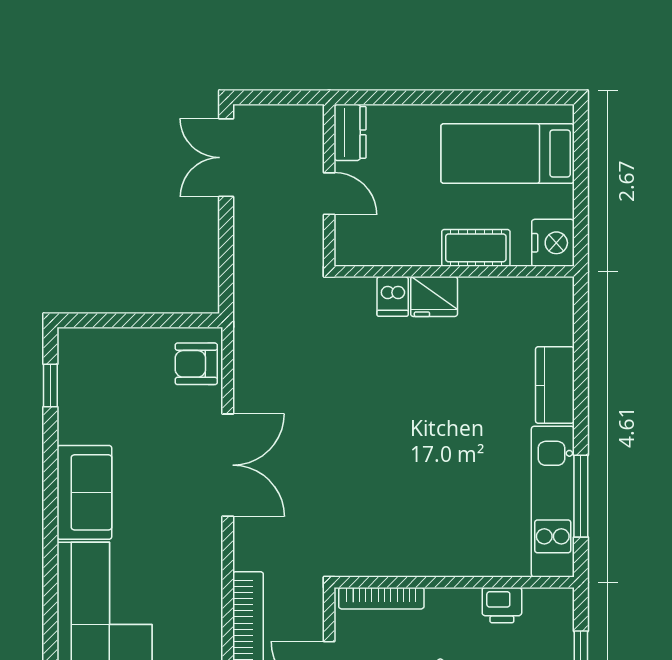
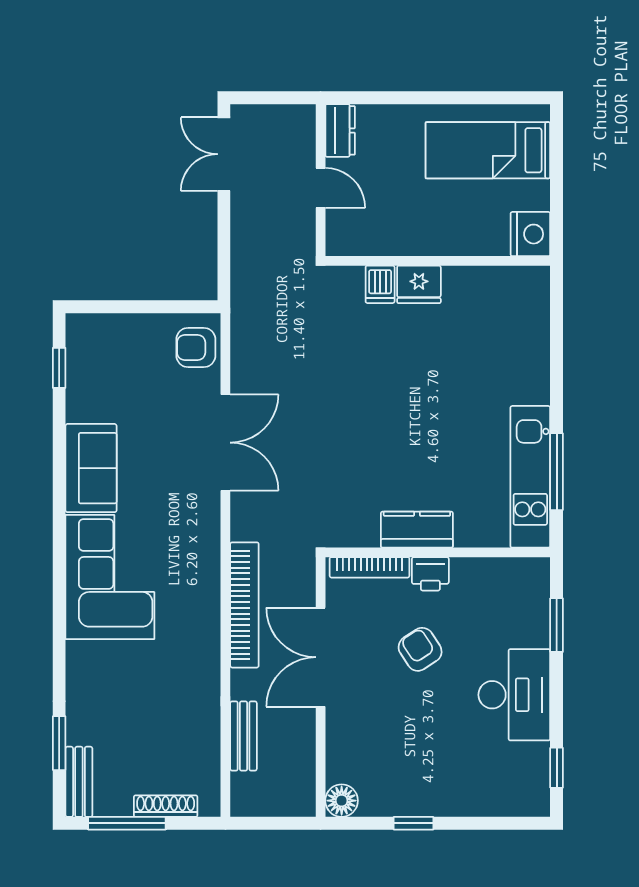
cot: (476, 248) -> (458, 239), removed
kitchen counter: (555, 385) -> (417, 530), moved, turned 90
printer: (502, 605) -> (430, 574), moved

